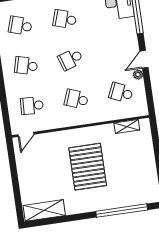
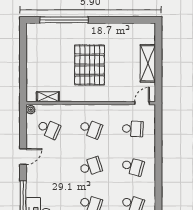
plant: (138, 75) -> (31, 110), moved
shelving: (44, 210) -> (148, 63), moved, turned 90

